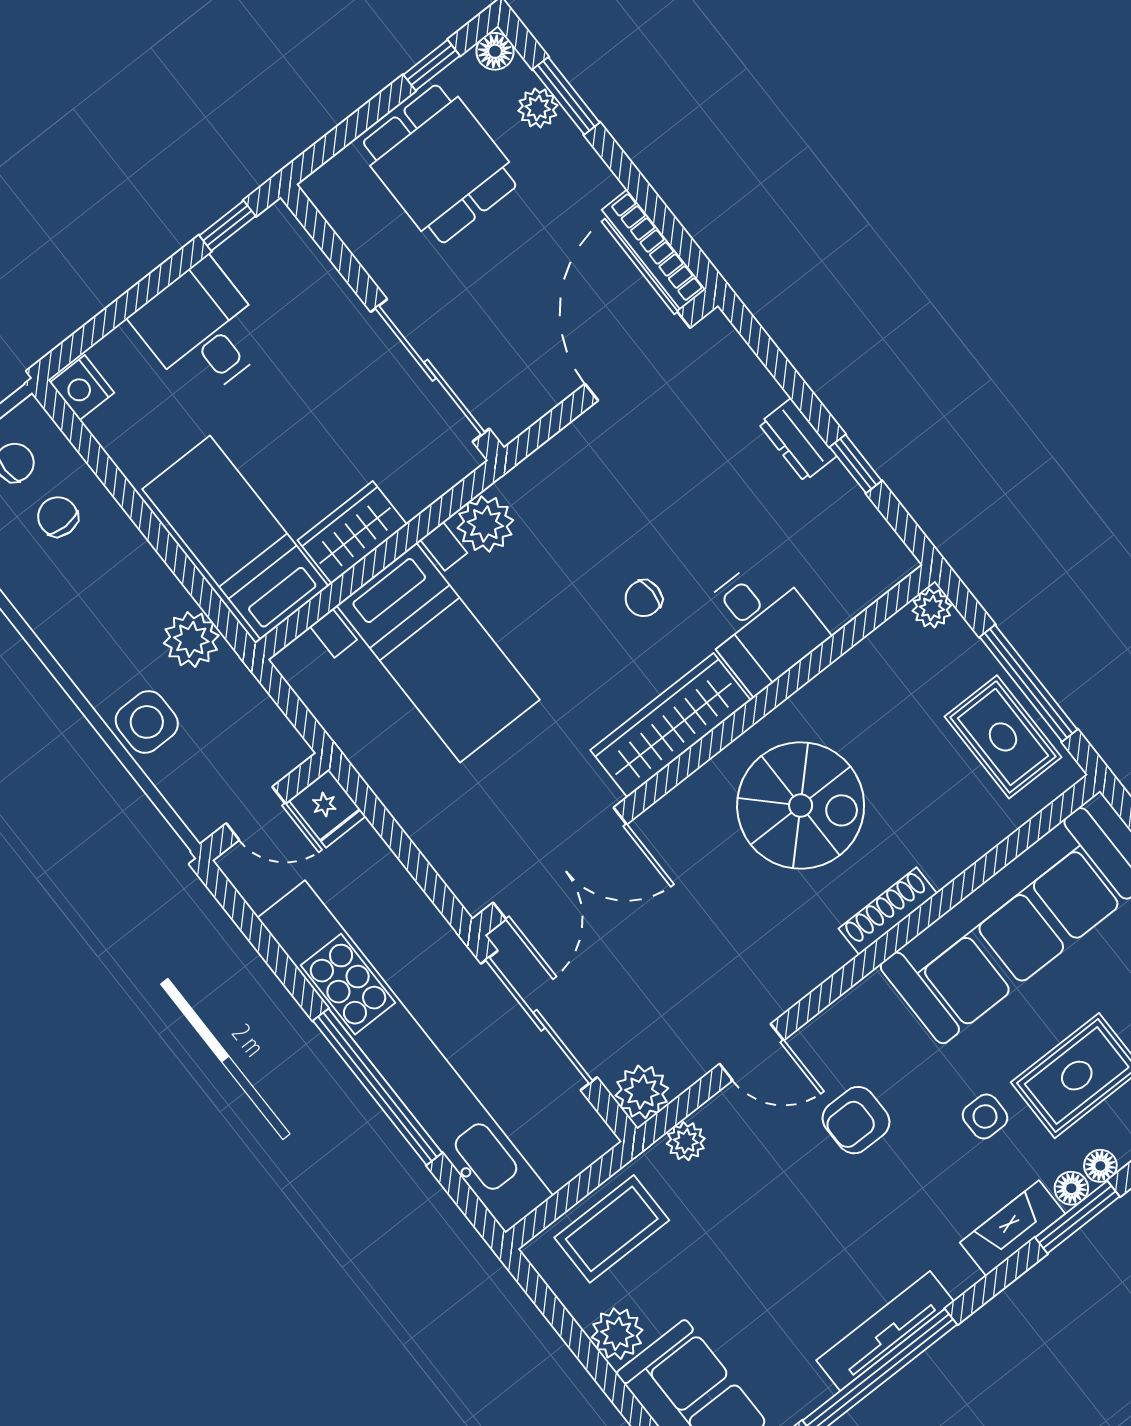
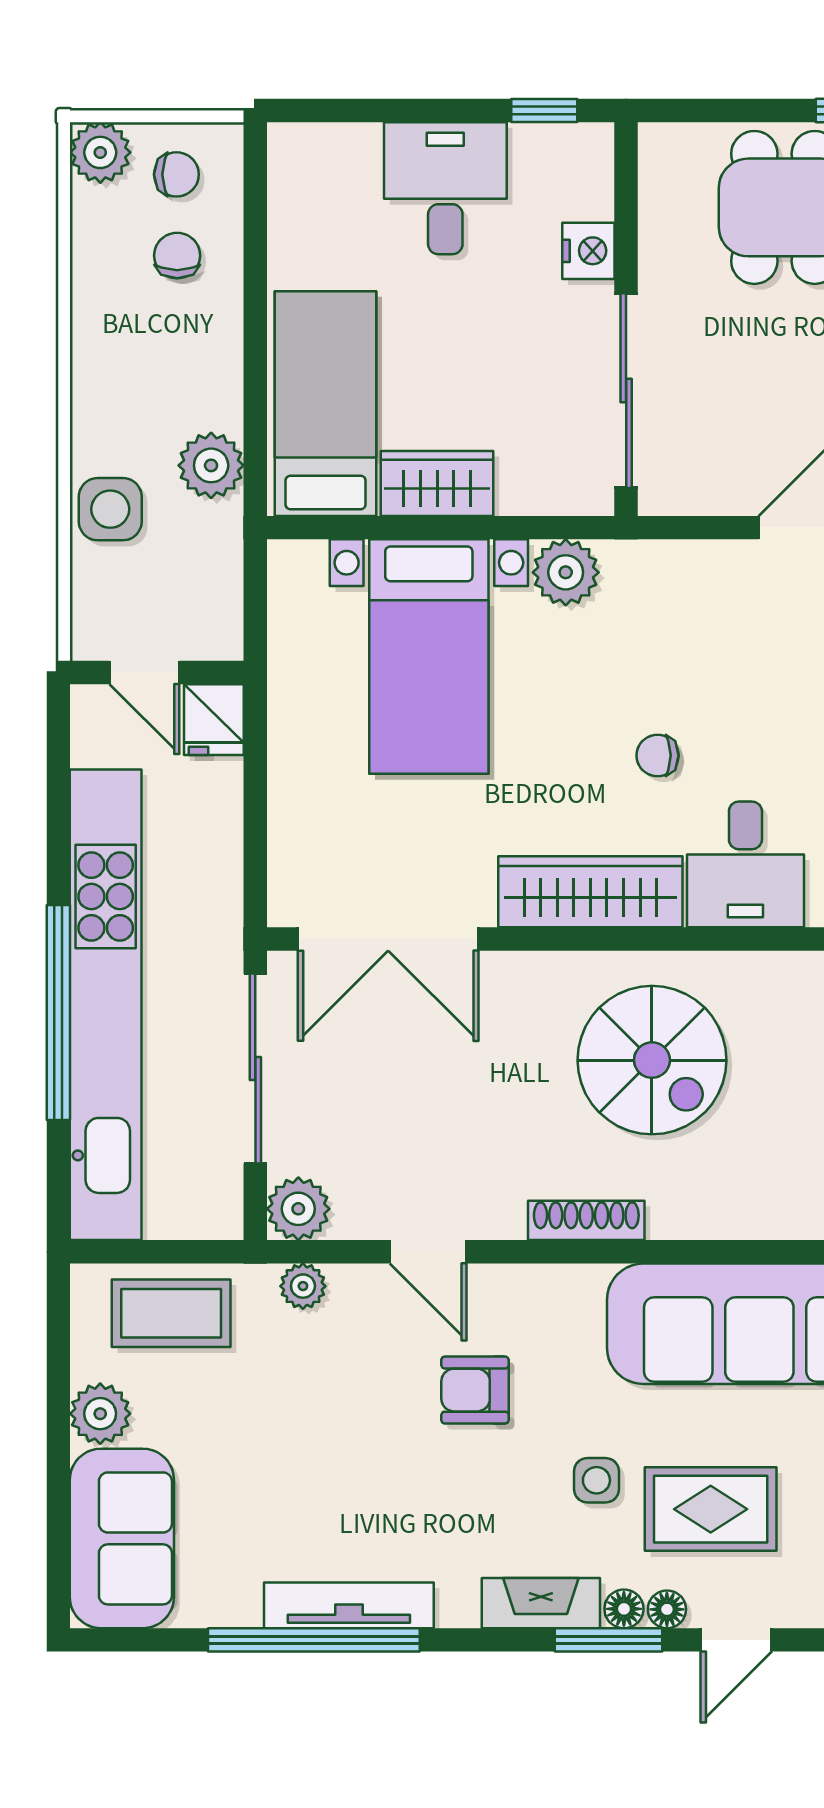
nightstand: (82, 388) -> (588, 251), moved, turned 180
shoe rack: (888, 911) -> (586, 1220), moved

